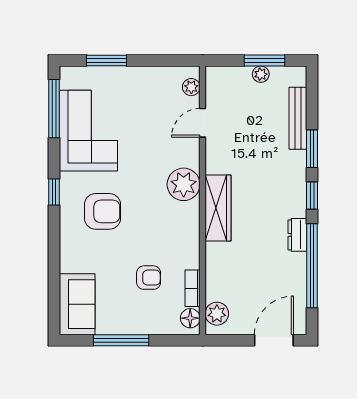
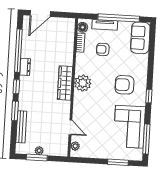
door: (203, 123) -> (70, 127), hinge flipped
plant: (184, 184) -> (83, 83), moved
plant: (217, 314) -> (69, 29), removed
tv unit: (148, 325) -> (105, 25), added
window: (121, 340) -> (119, 18), width x1.46

